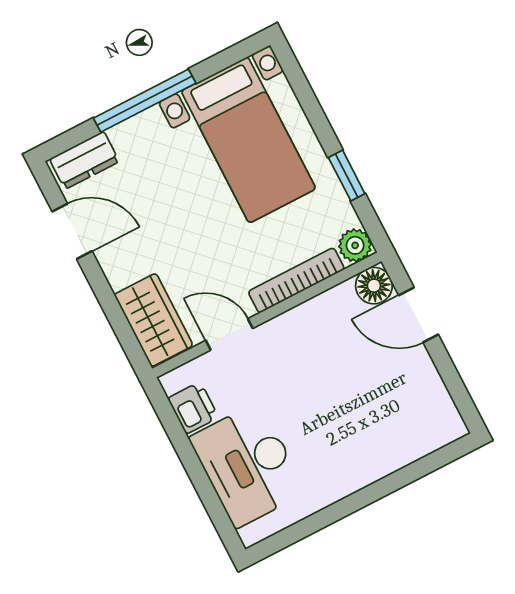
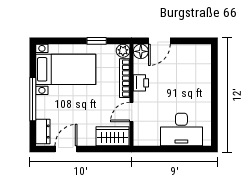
printer: (193, 408) -> (141, 83), moved, turned 90

